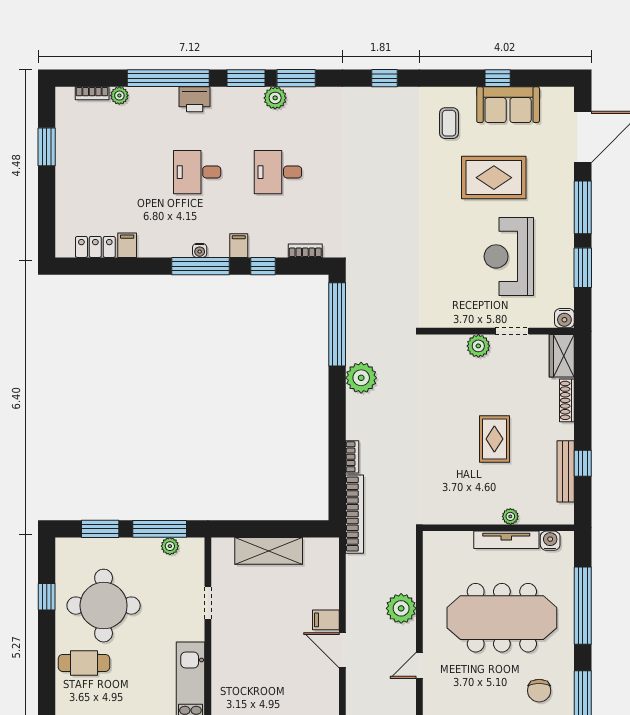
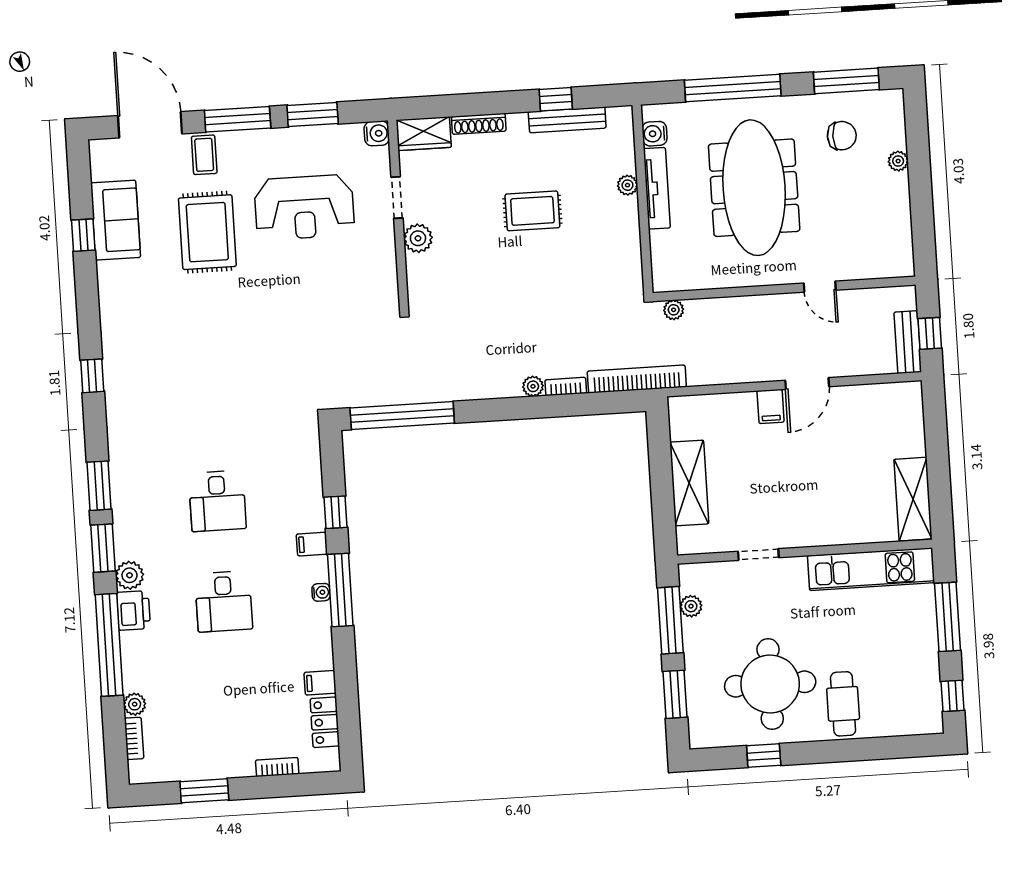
plant: (275, 98) -> (130, 575), moved
coffee table: (449, 123) -> (204, 155), moved, turned 90
bookcase: (305, 251) -> (277, 767), moved, turned 90
plant: (361, 378) -> (533, 386), moved, width x0.53, depth x0.53
plant: (401, 608) -> (674, 310), moved, width x0.53, depth x0.53

